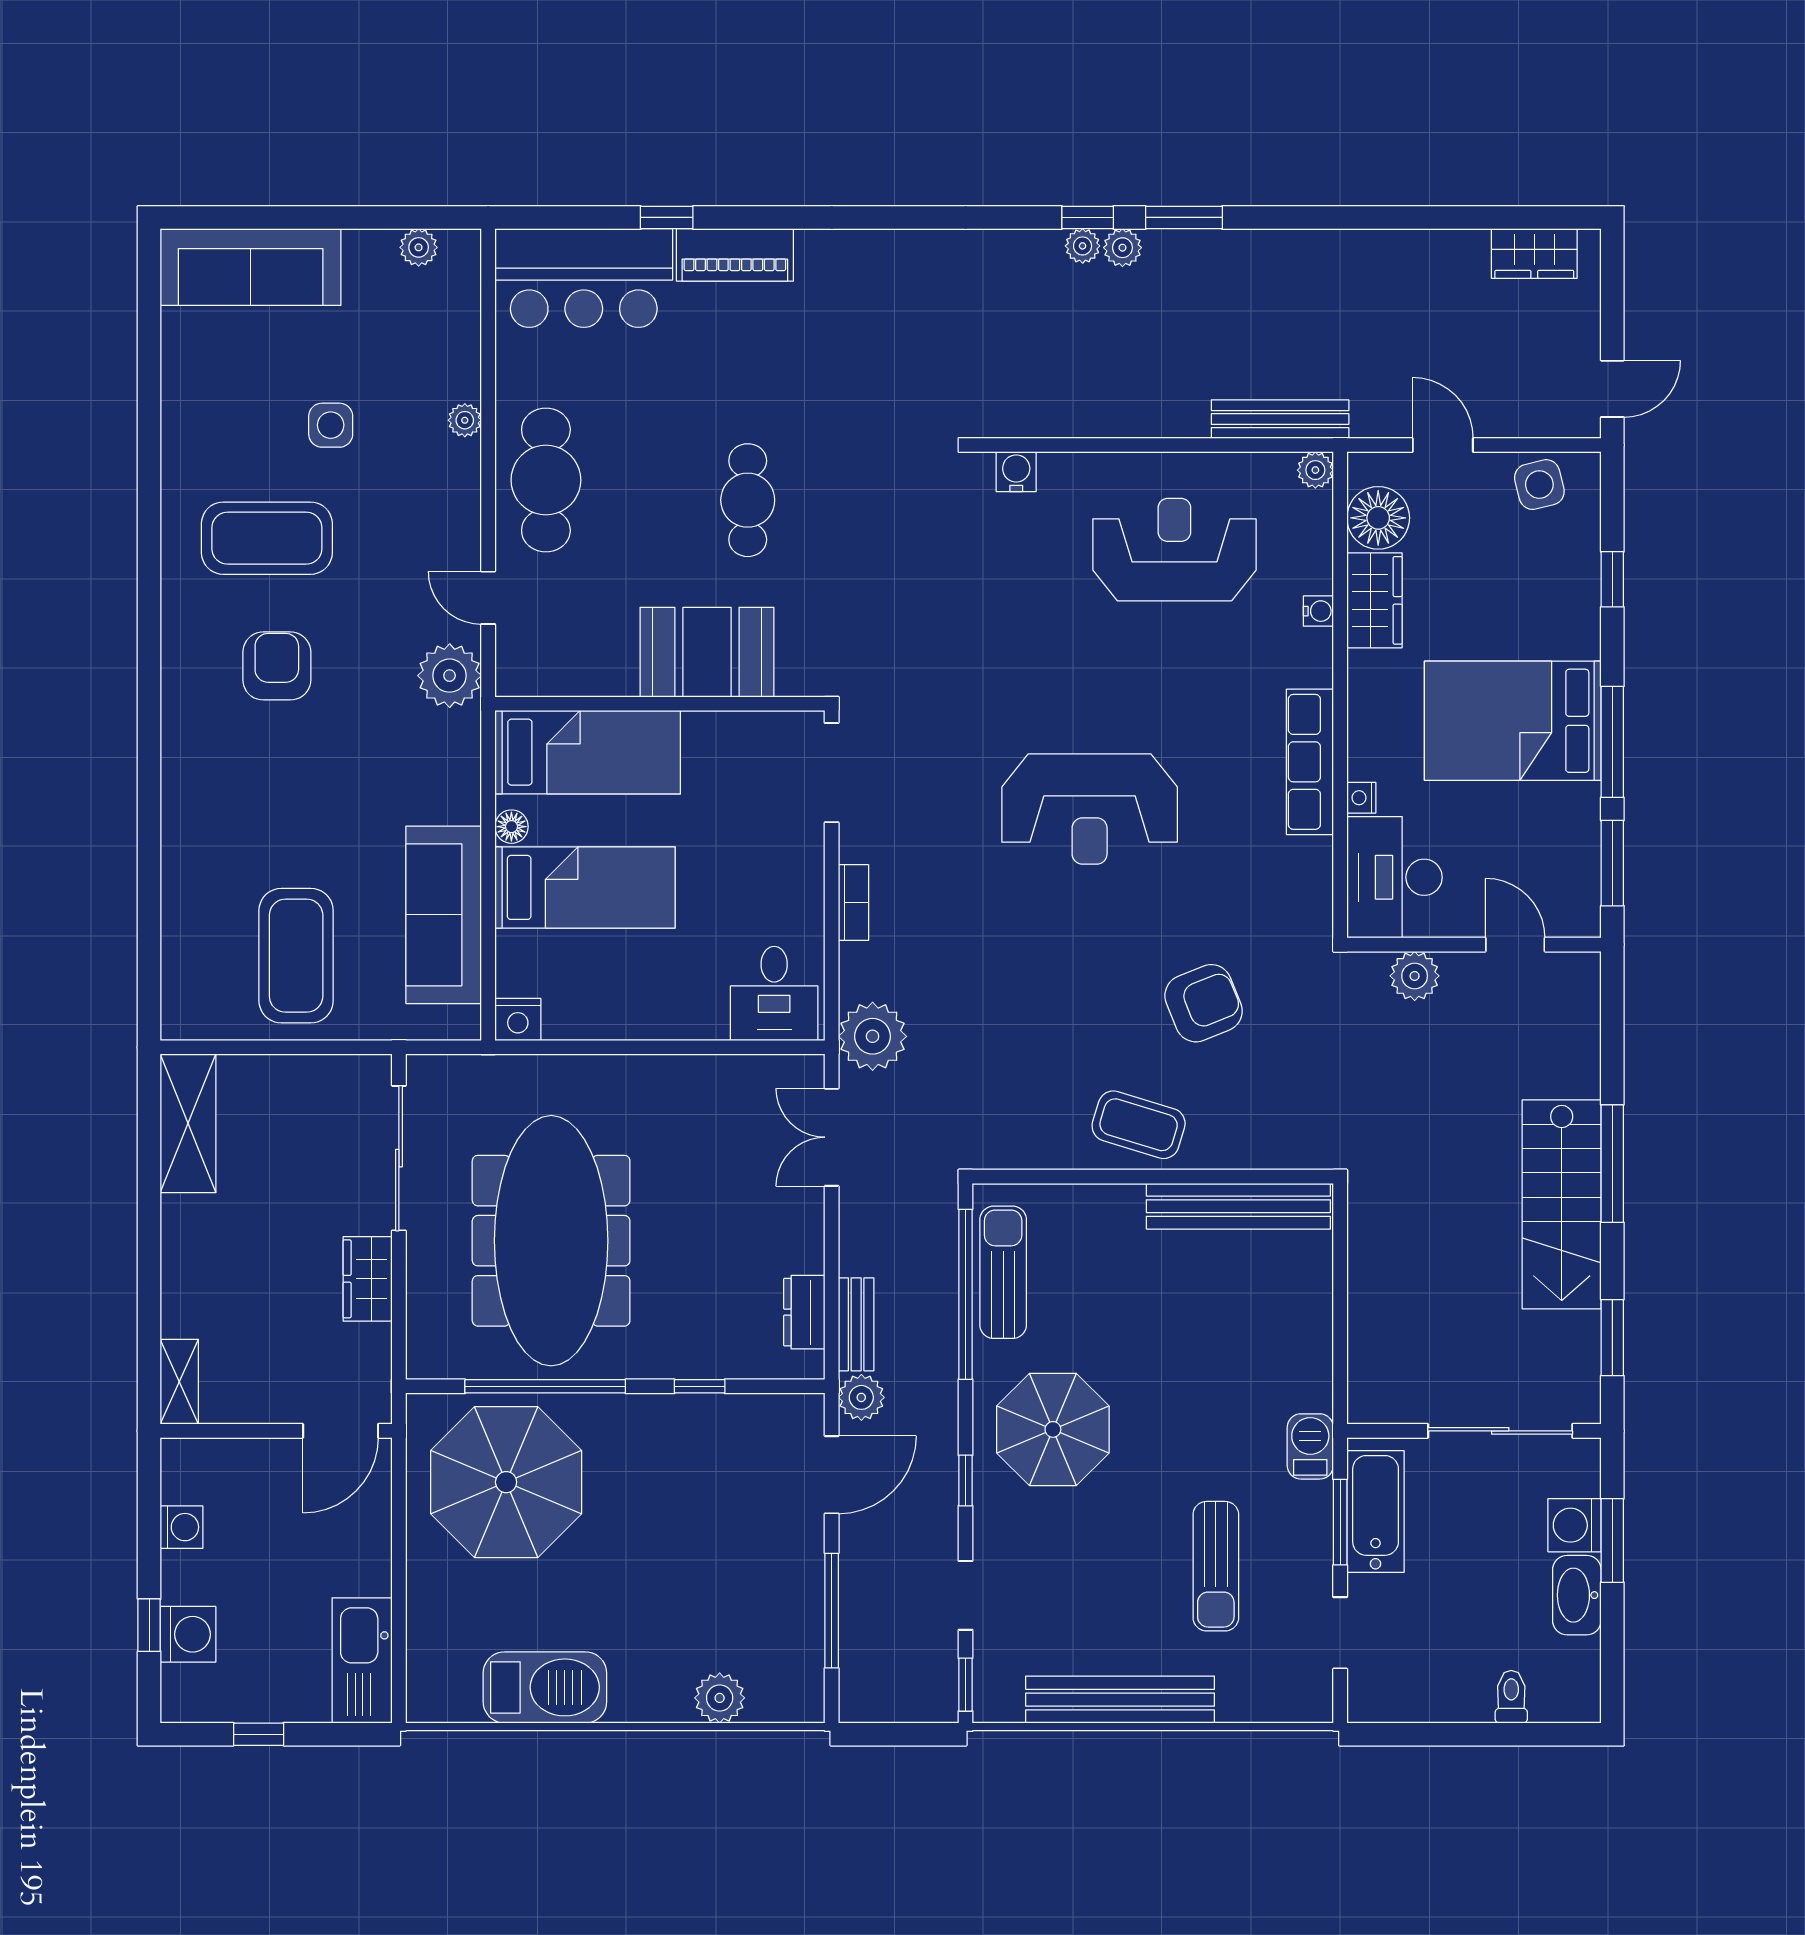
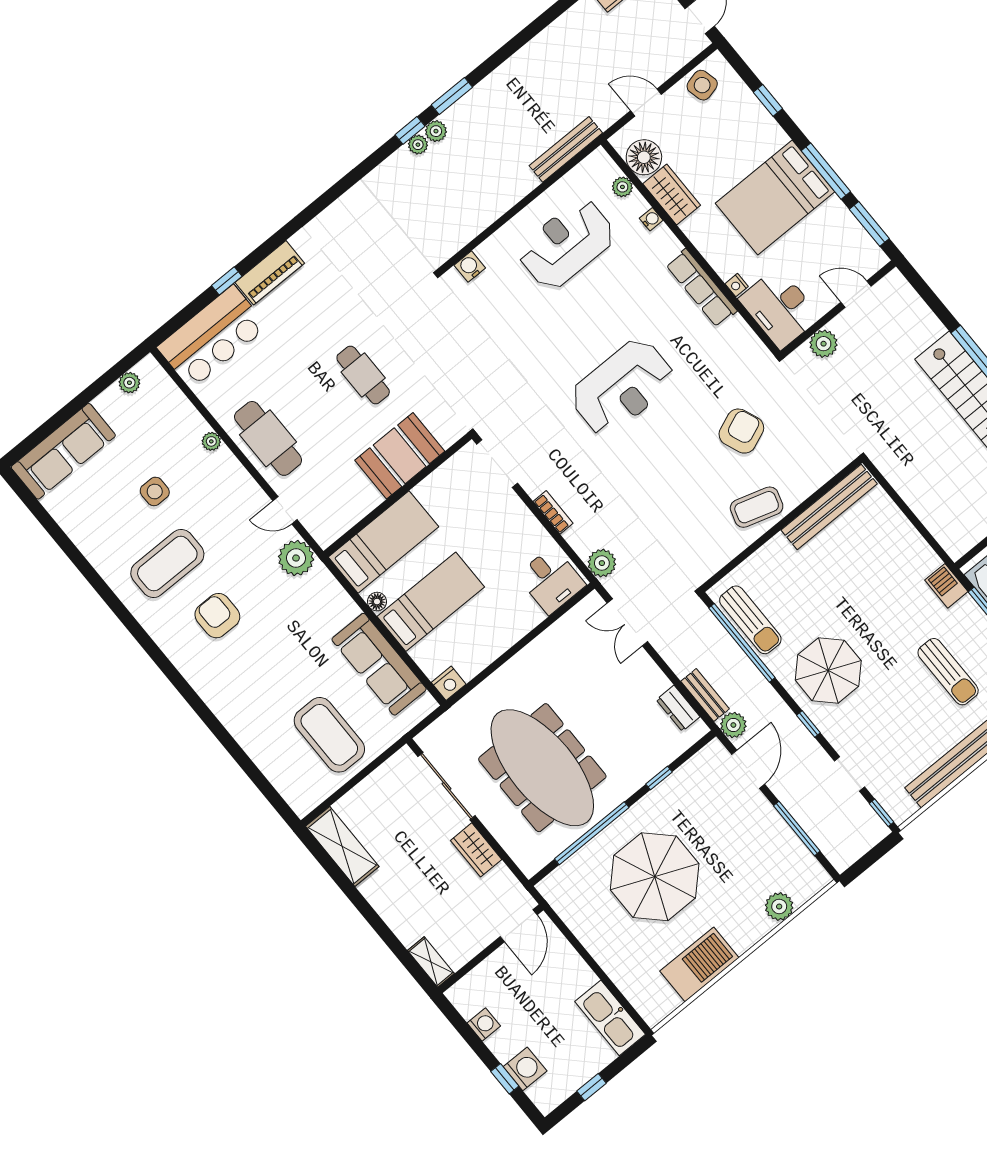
plant: (1315, 470) -> (622, 187), moved
plant: (873, 1036) -> (602, 563), width x0.73, depth x0.73
sun lounger: (1003, 1272) -> (750, 620), turned 180
parasol: (506, 1482) -> (655, 877), moved

